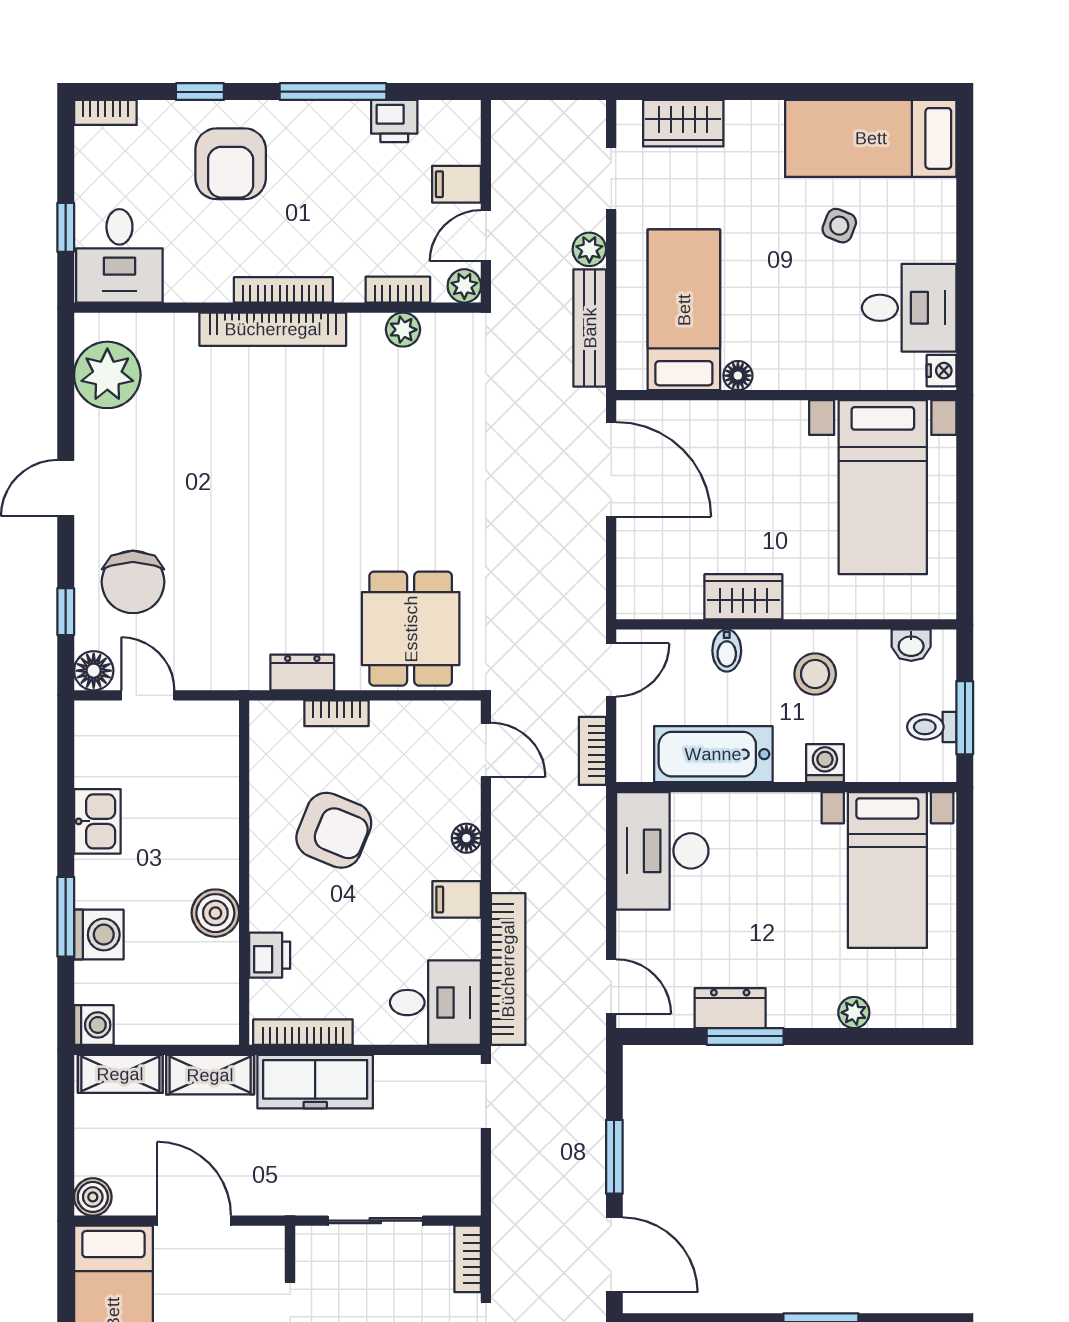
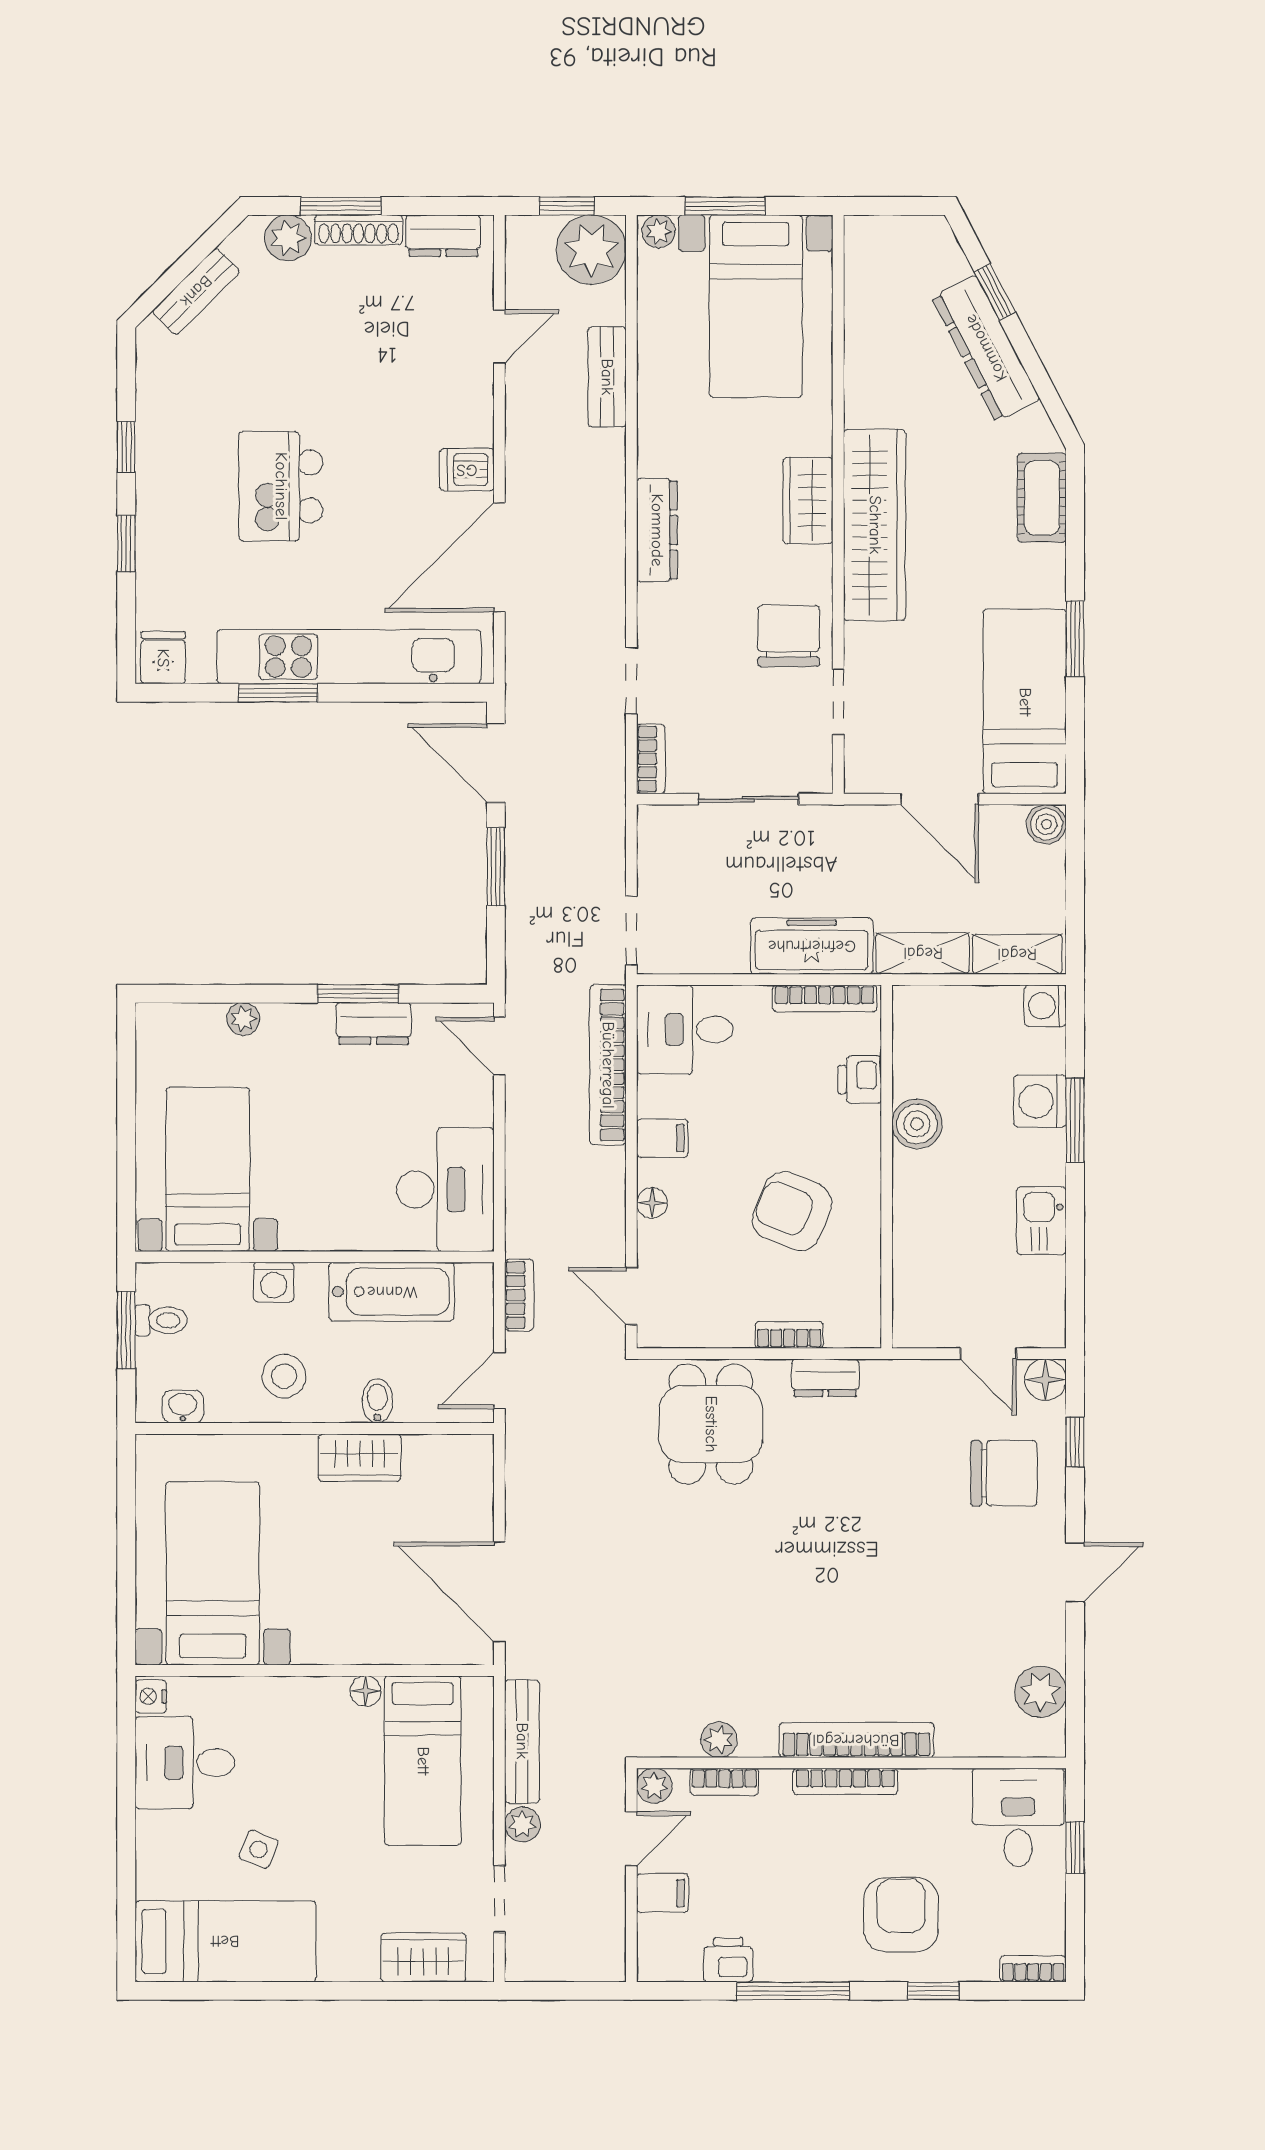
plant: (107, 375) -> (1040, 1692), width x0.73, depth x0.73
chair: (133, 582) -> (1004, 1473), turned 90

